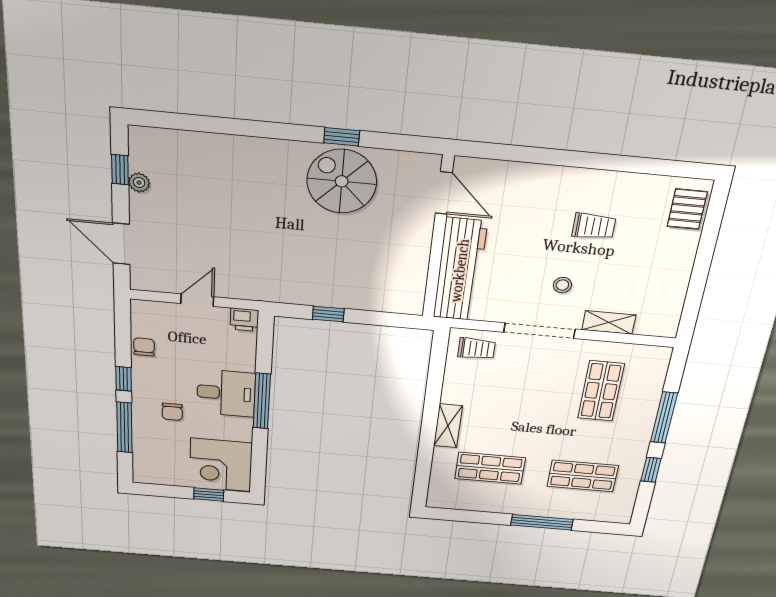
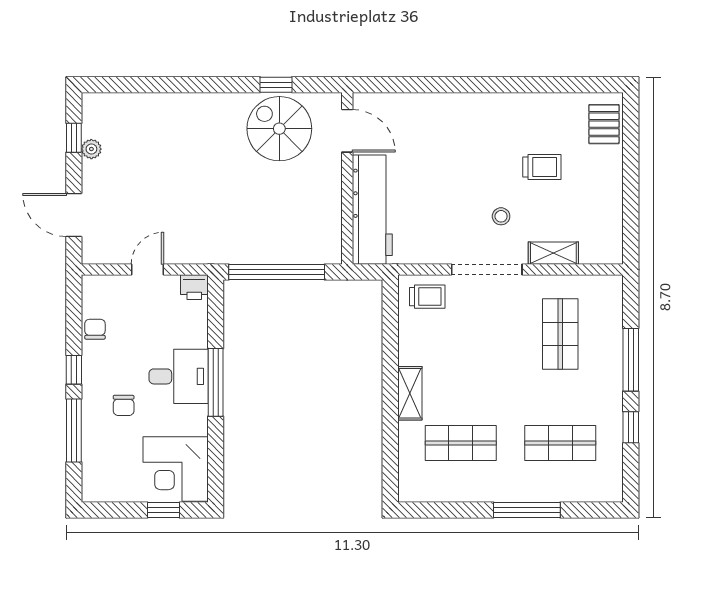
door: (444, 193) -> (347, 131), moved
trolley: (594, 226) -> (542, 167), moved
wall: (438, 238) -> (347, 178), moved
workbench: (460, 270) -> (372, 210), moved
window: (328, 314) -> (277, 272), width x3.17

